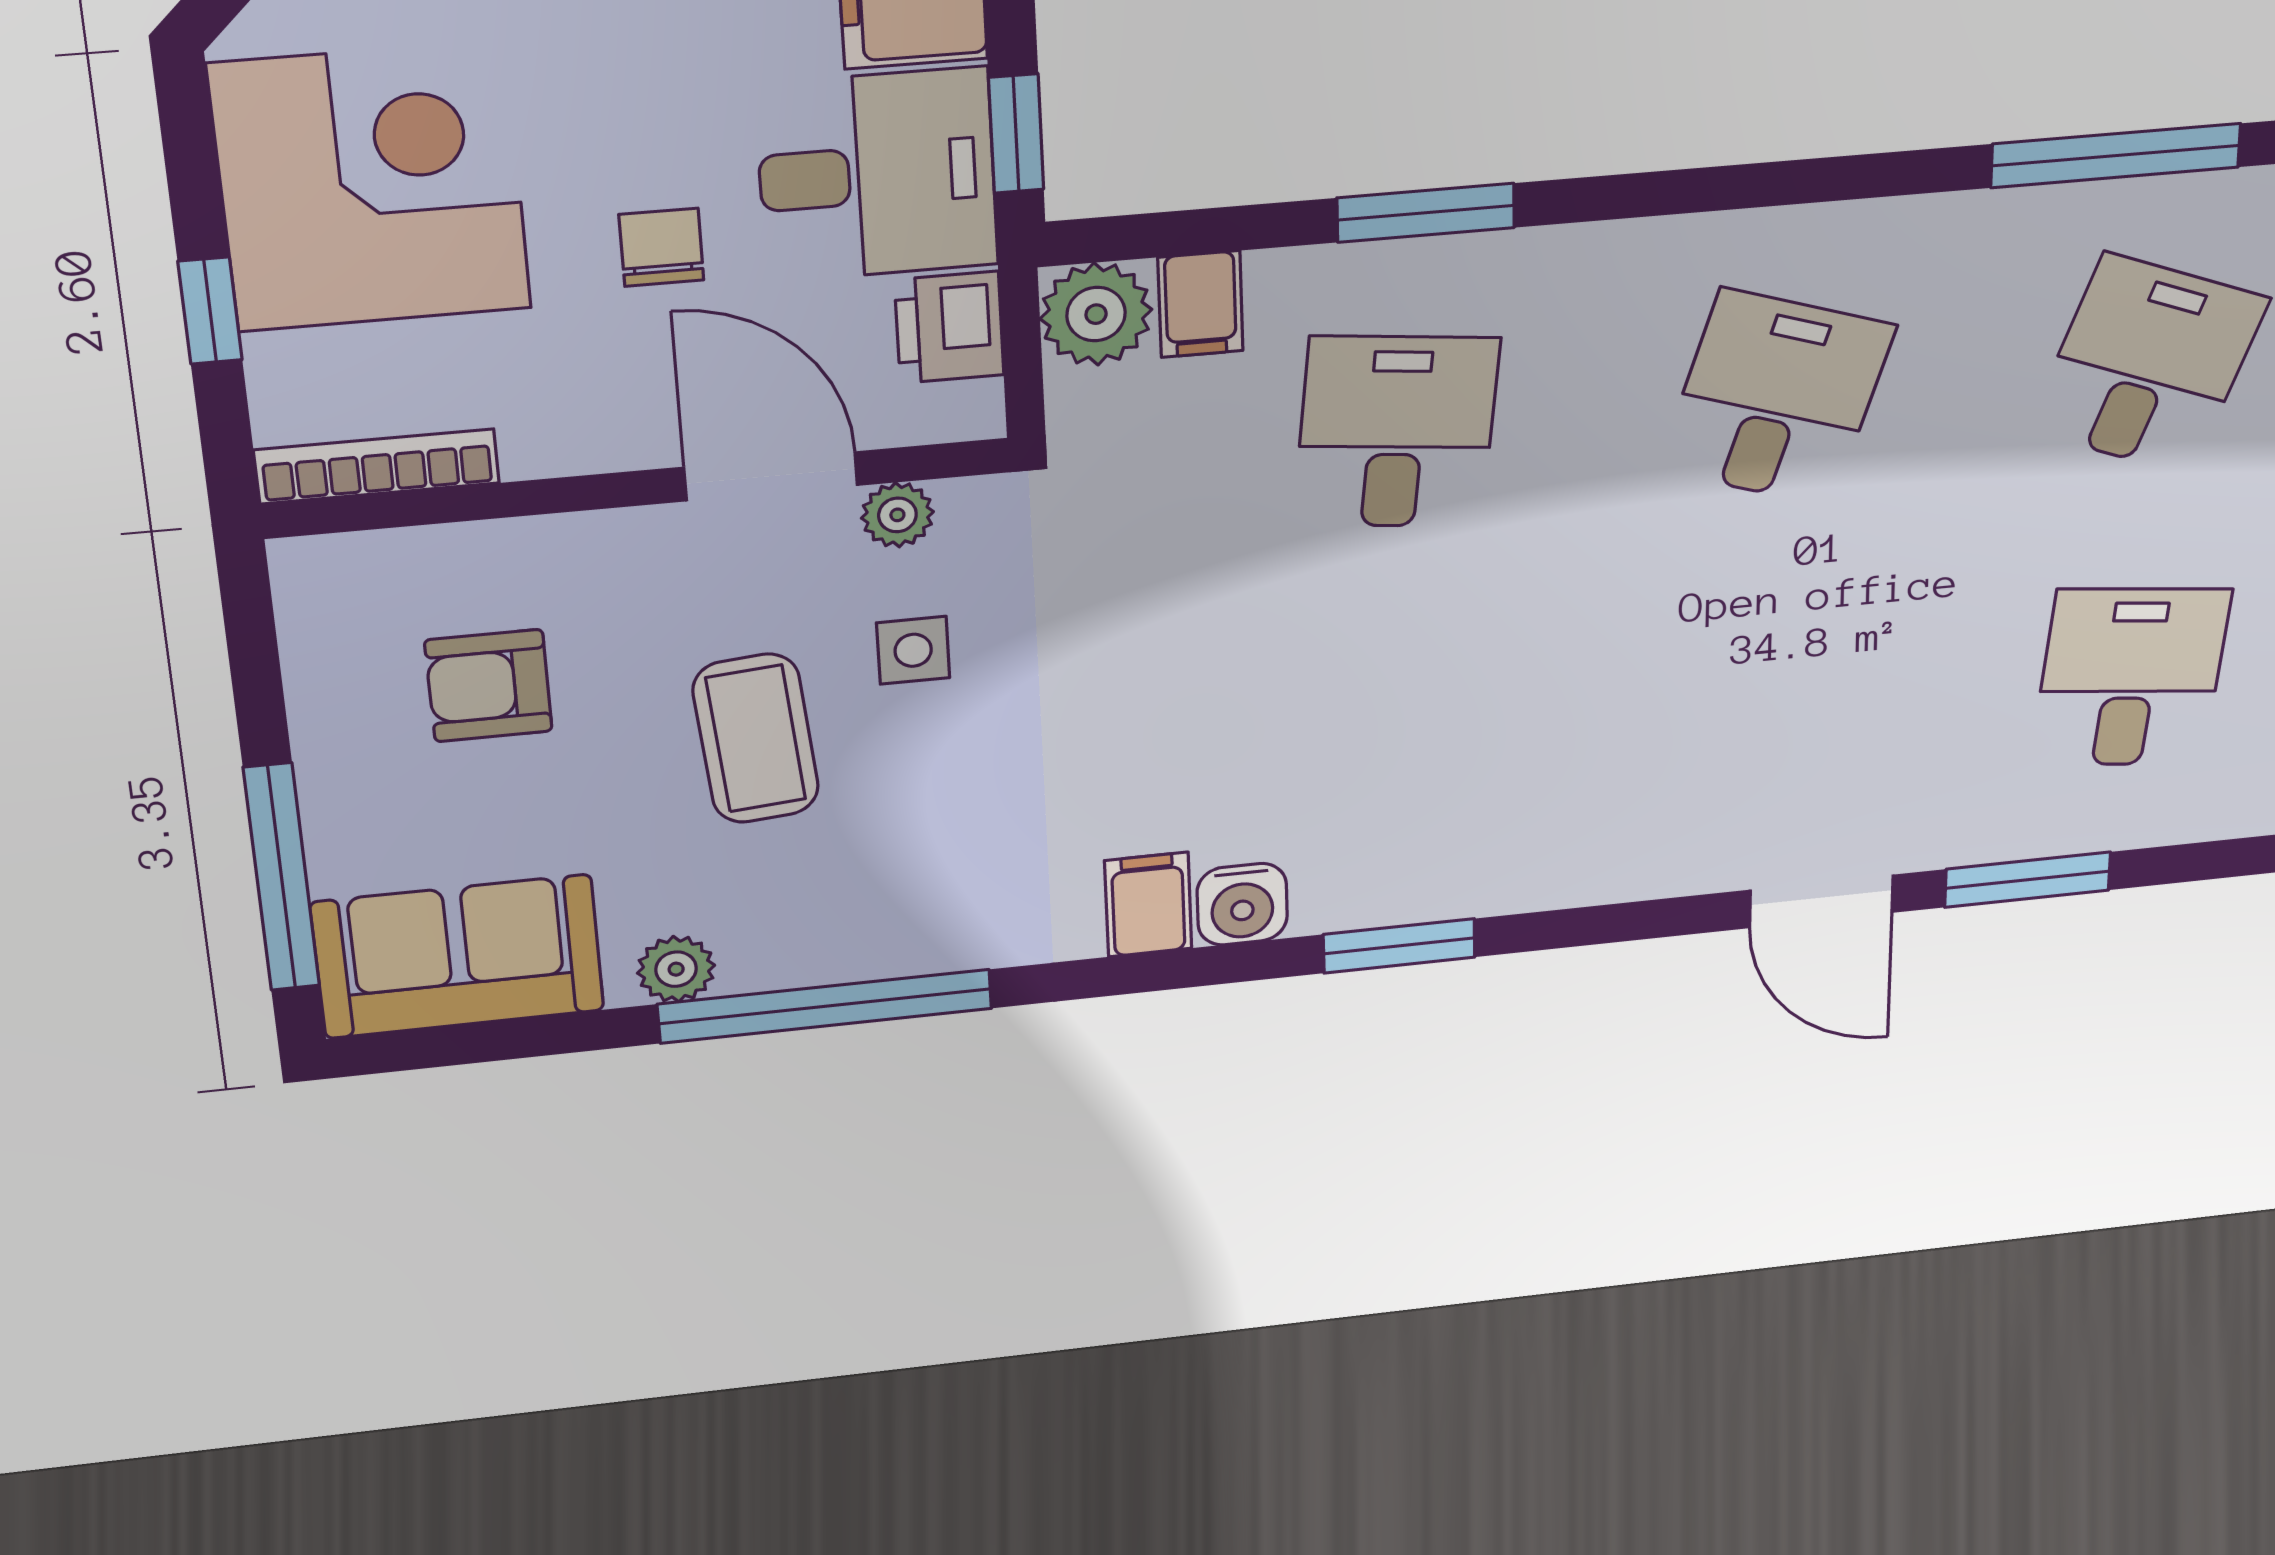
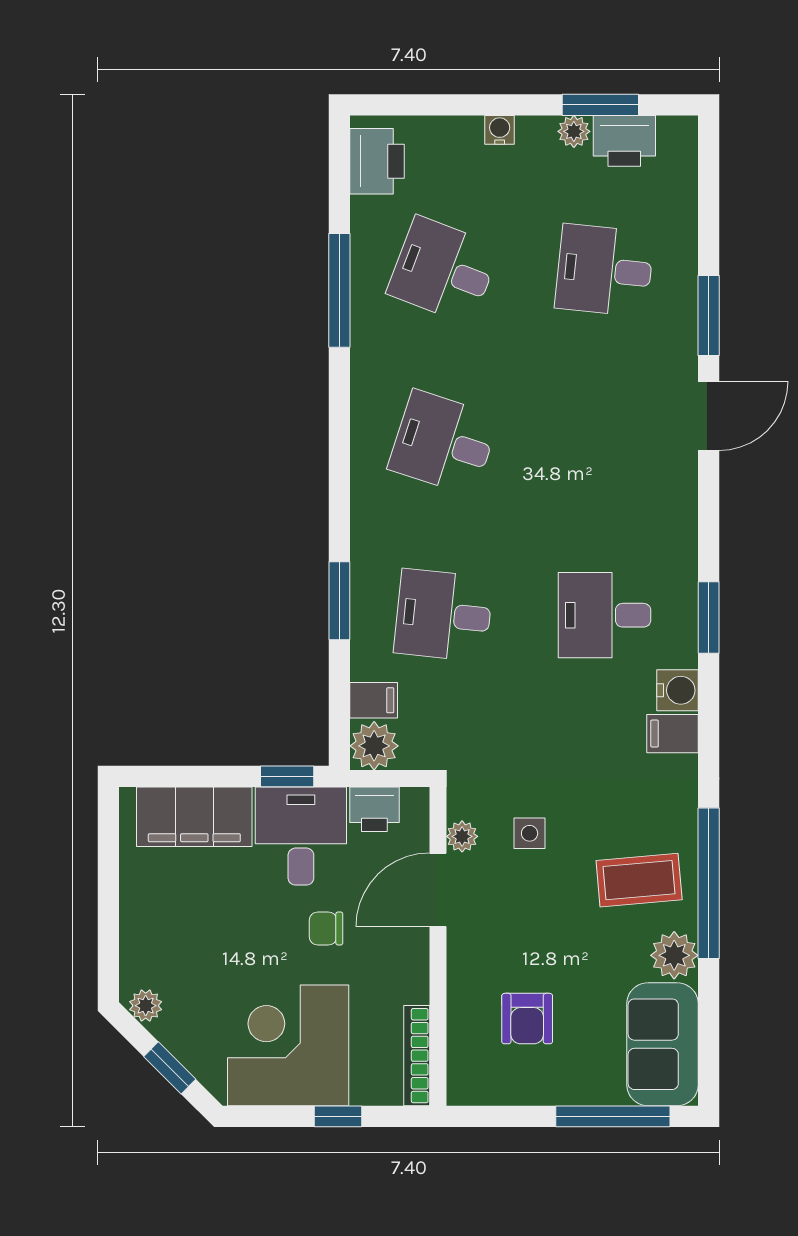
coffee table: (756, 739) -> (639, 880), moved
desk: (1401, 750) -> (604, 615), added
plant: (676, 969) -> (674, 955), width x1.38, depth x1.38

